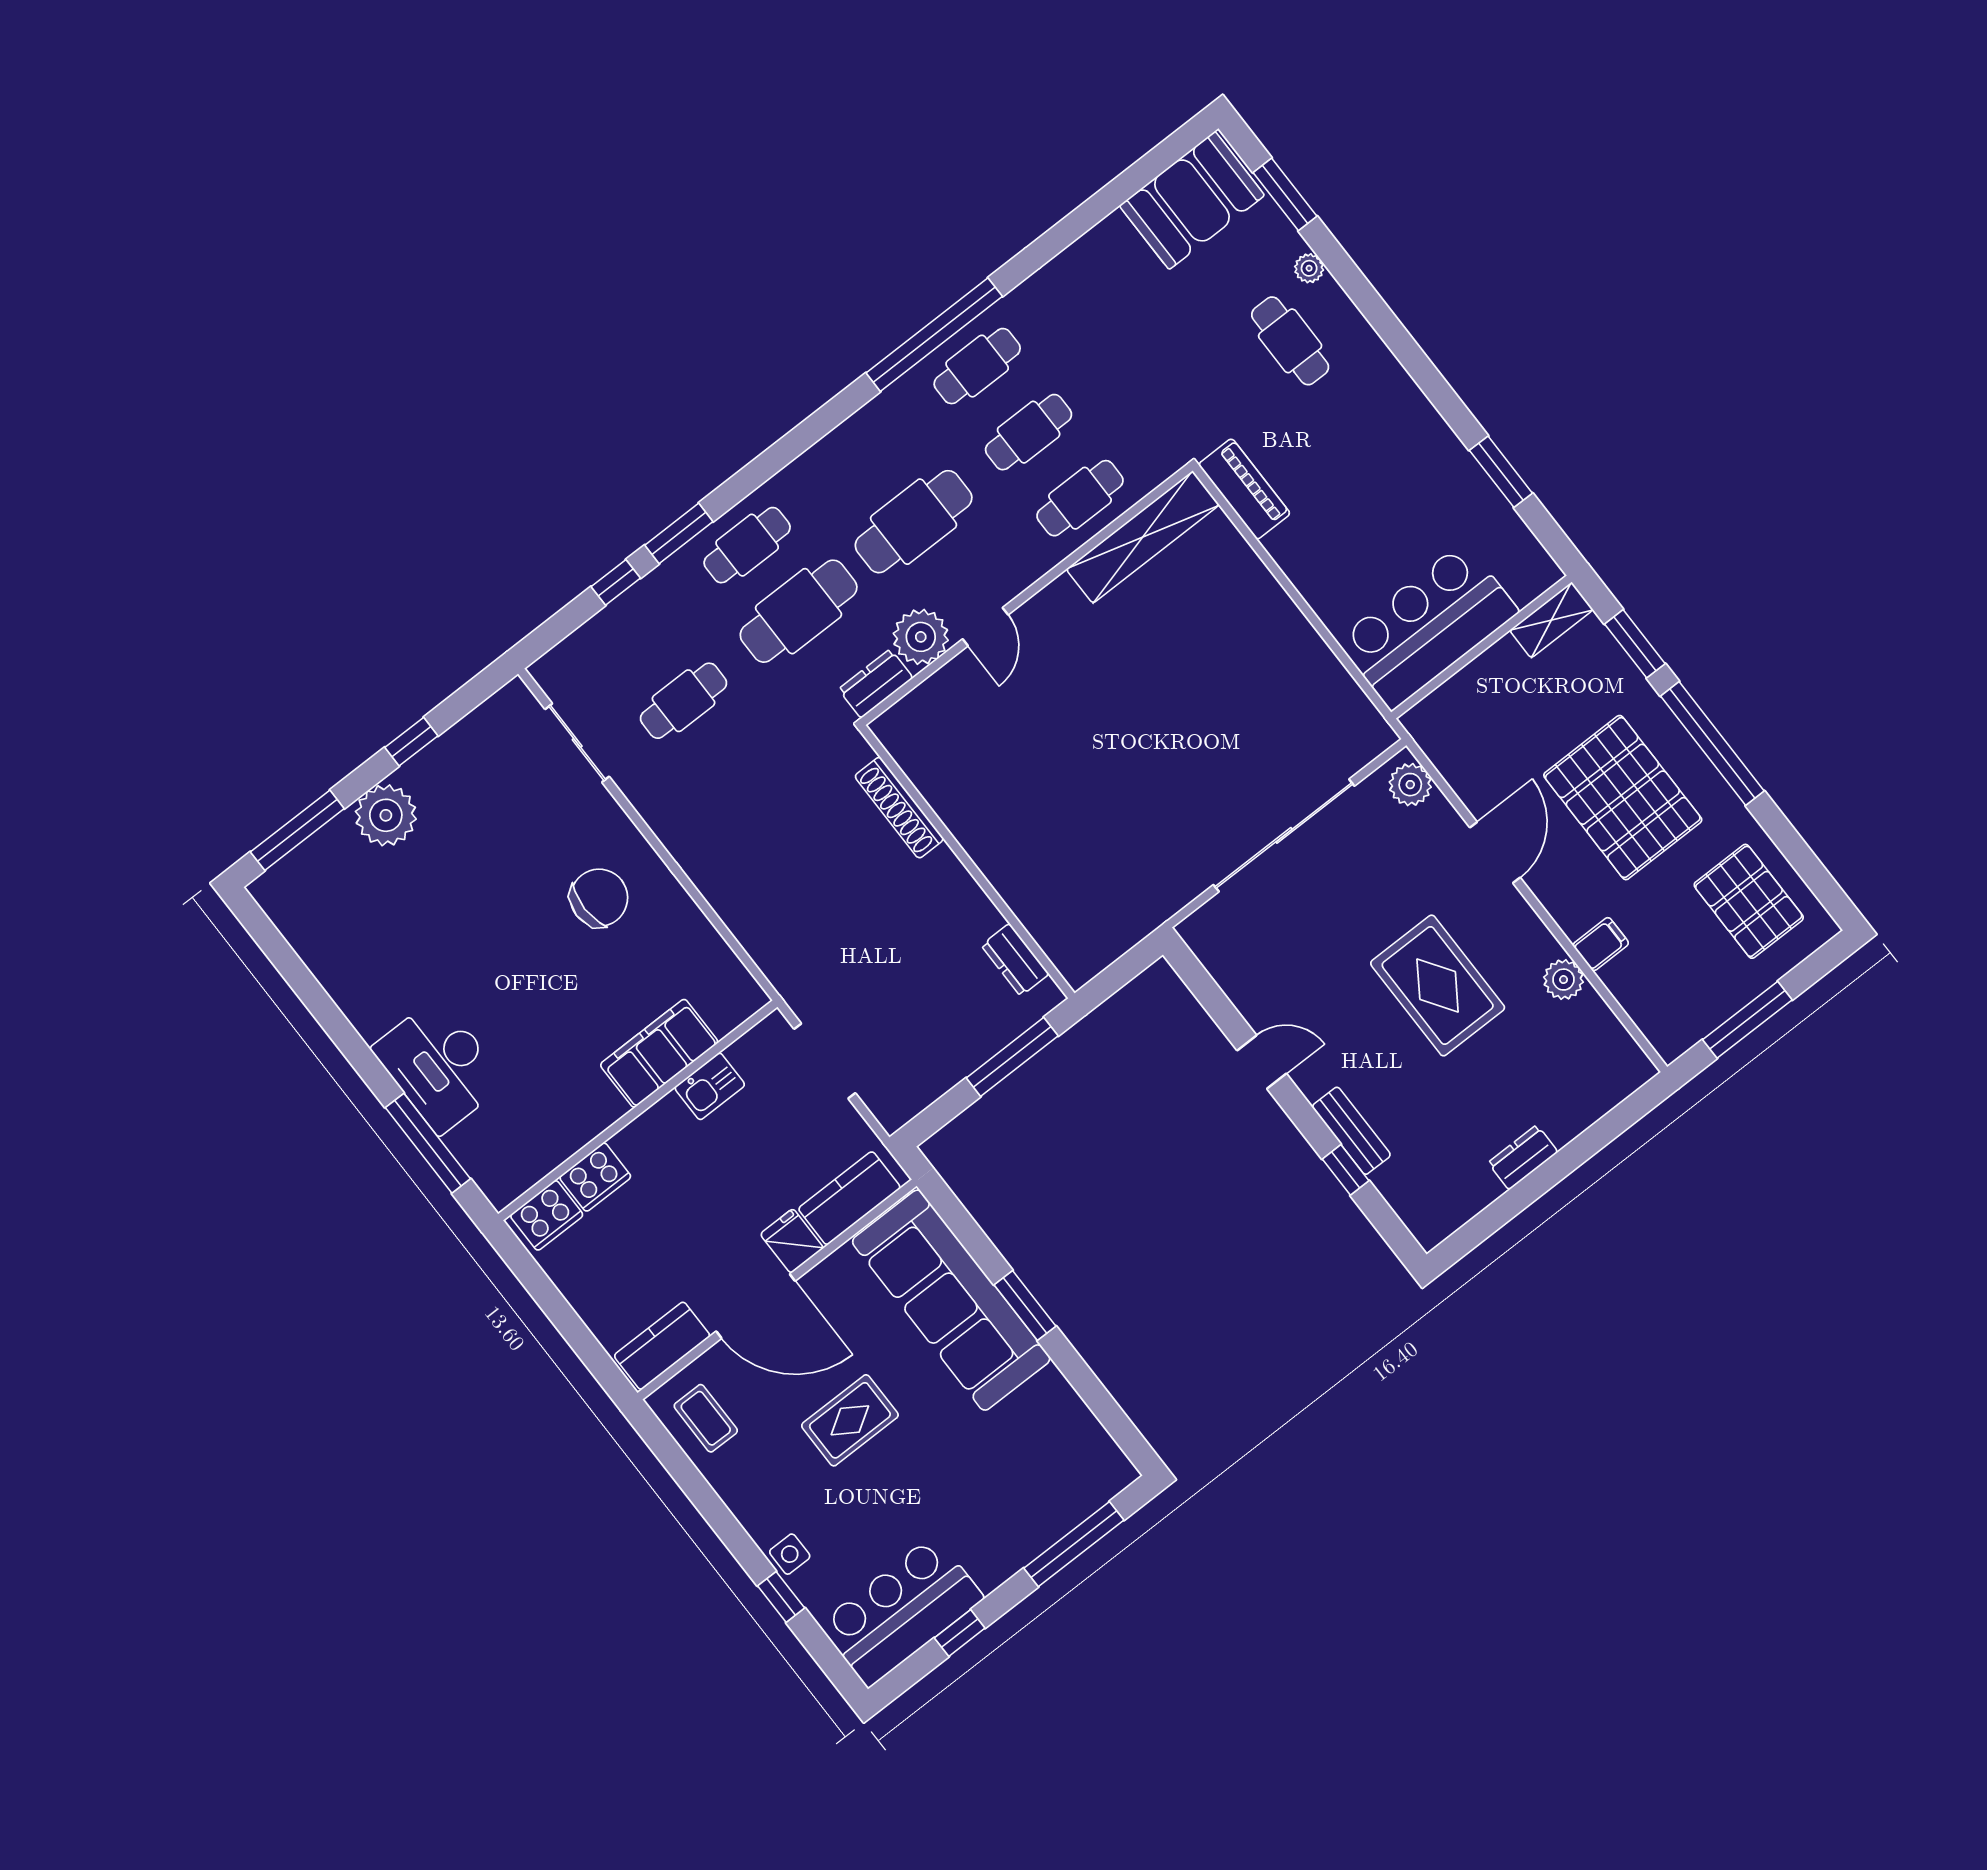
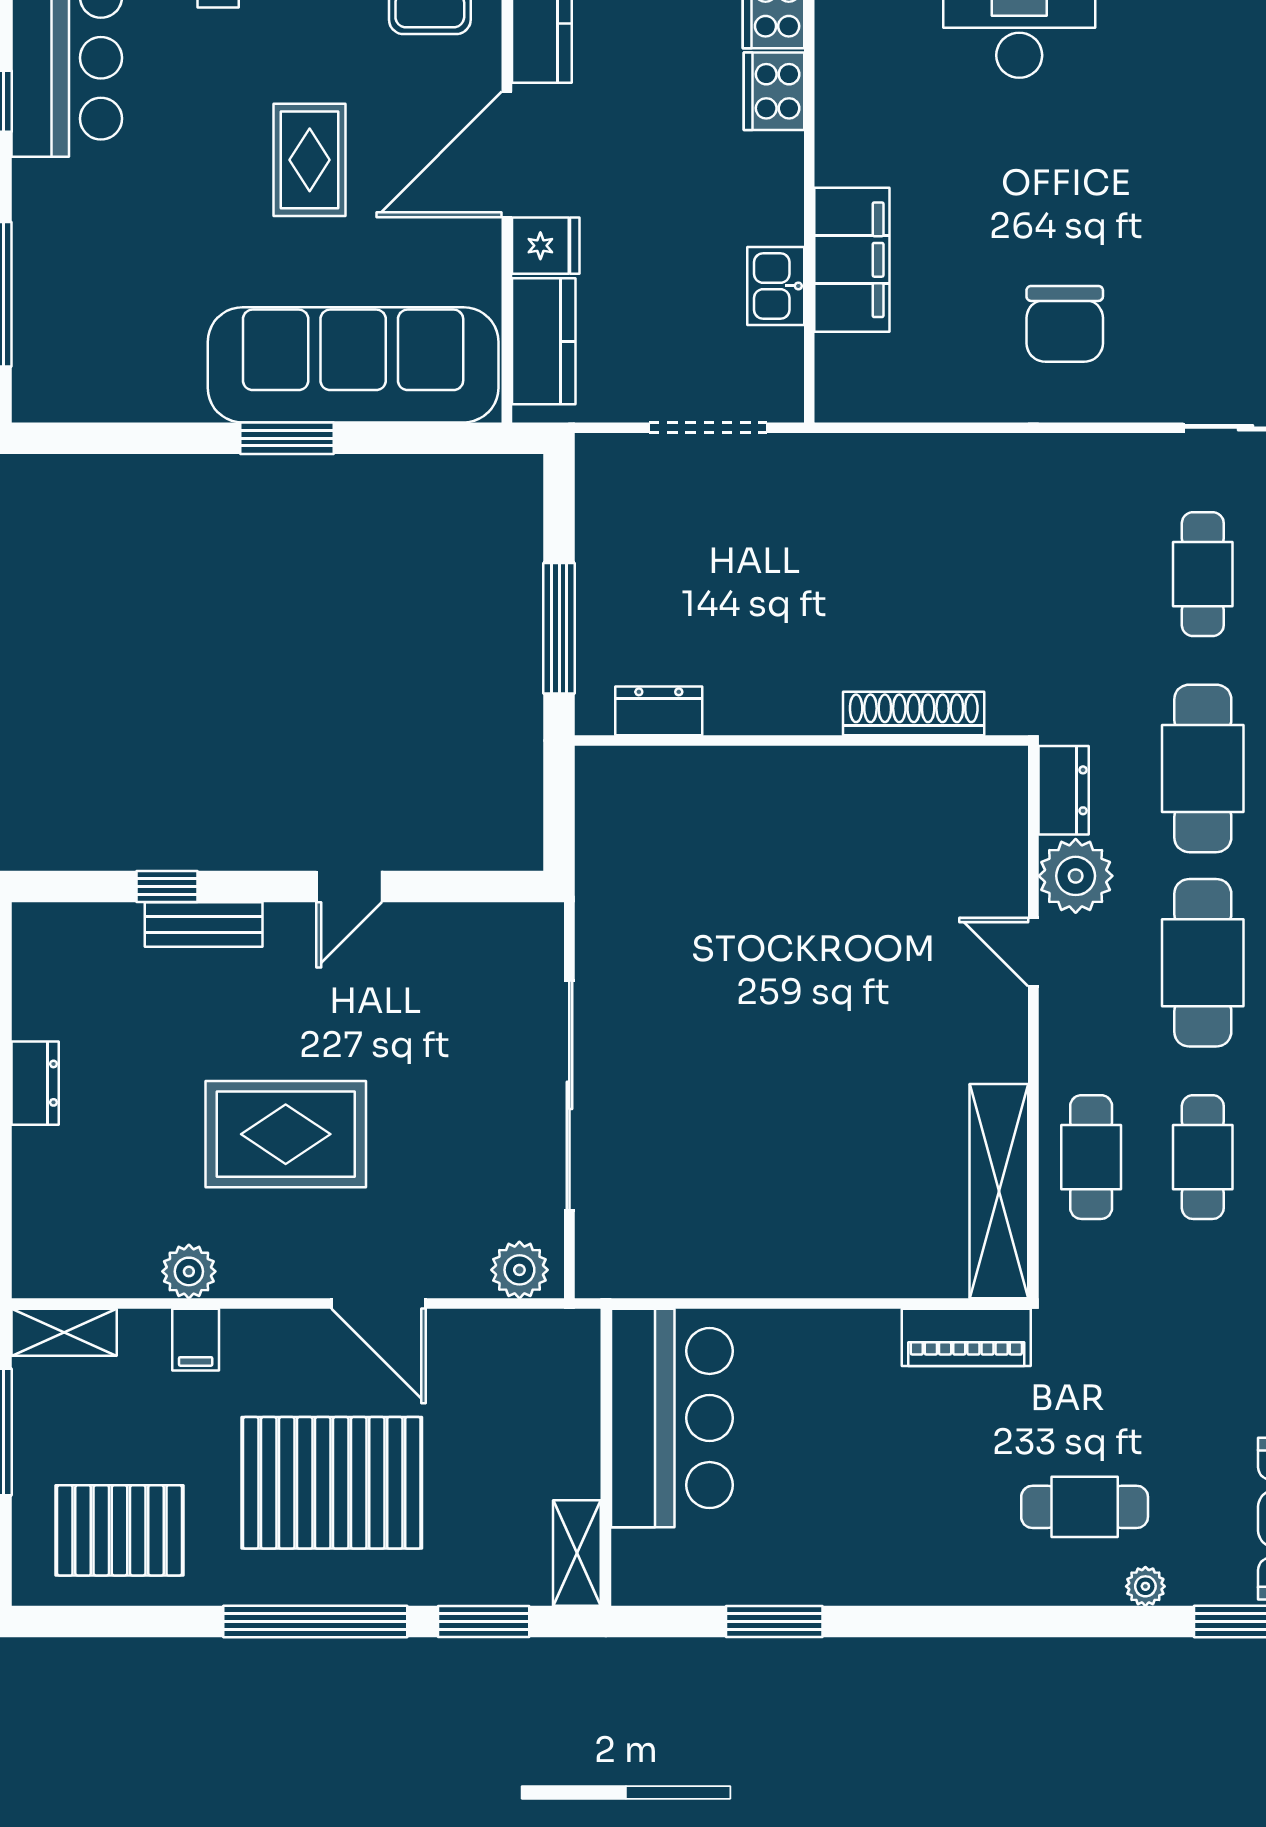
shelving: (1657, 1025) -> (64, 1332), added

